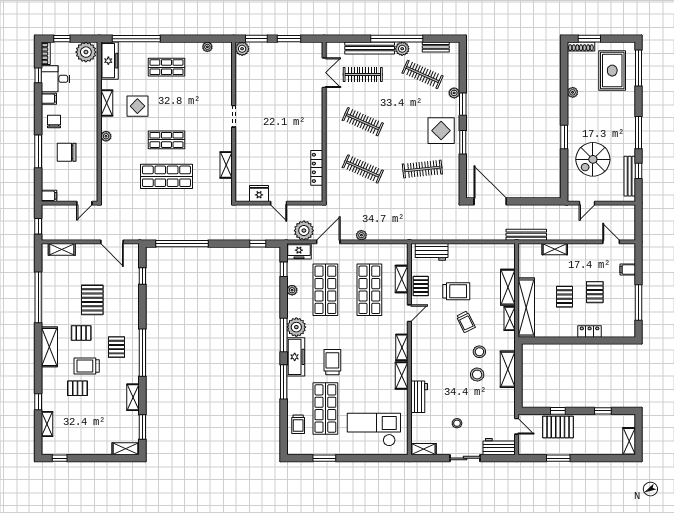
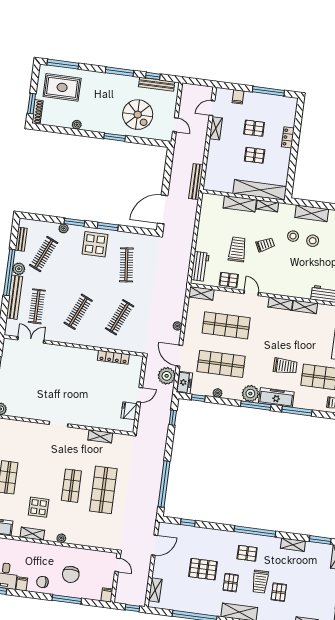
shelving: (555, 249) -> (216, 128), moved
shelving: (402, 279) -> (201, 293), moved
trolley: (332, 362) -> (285, 366), turned 180

